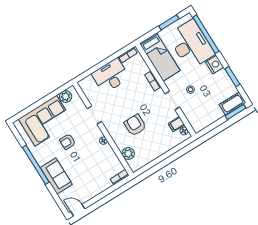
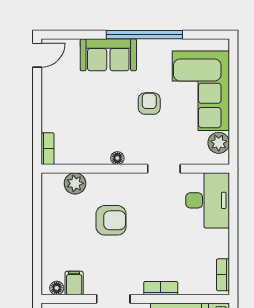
desk: (111, 76) -> (208, 200), moved

